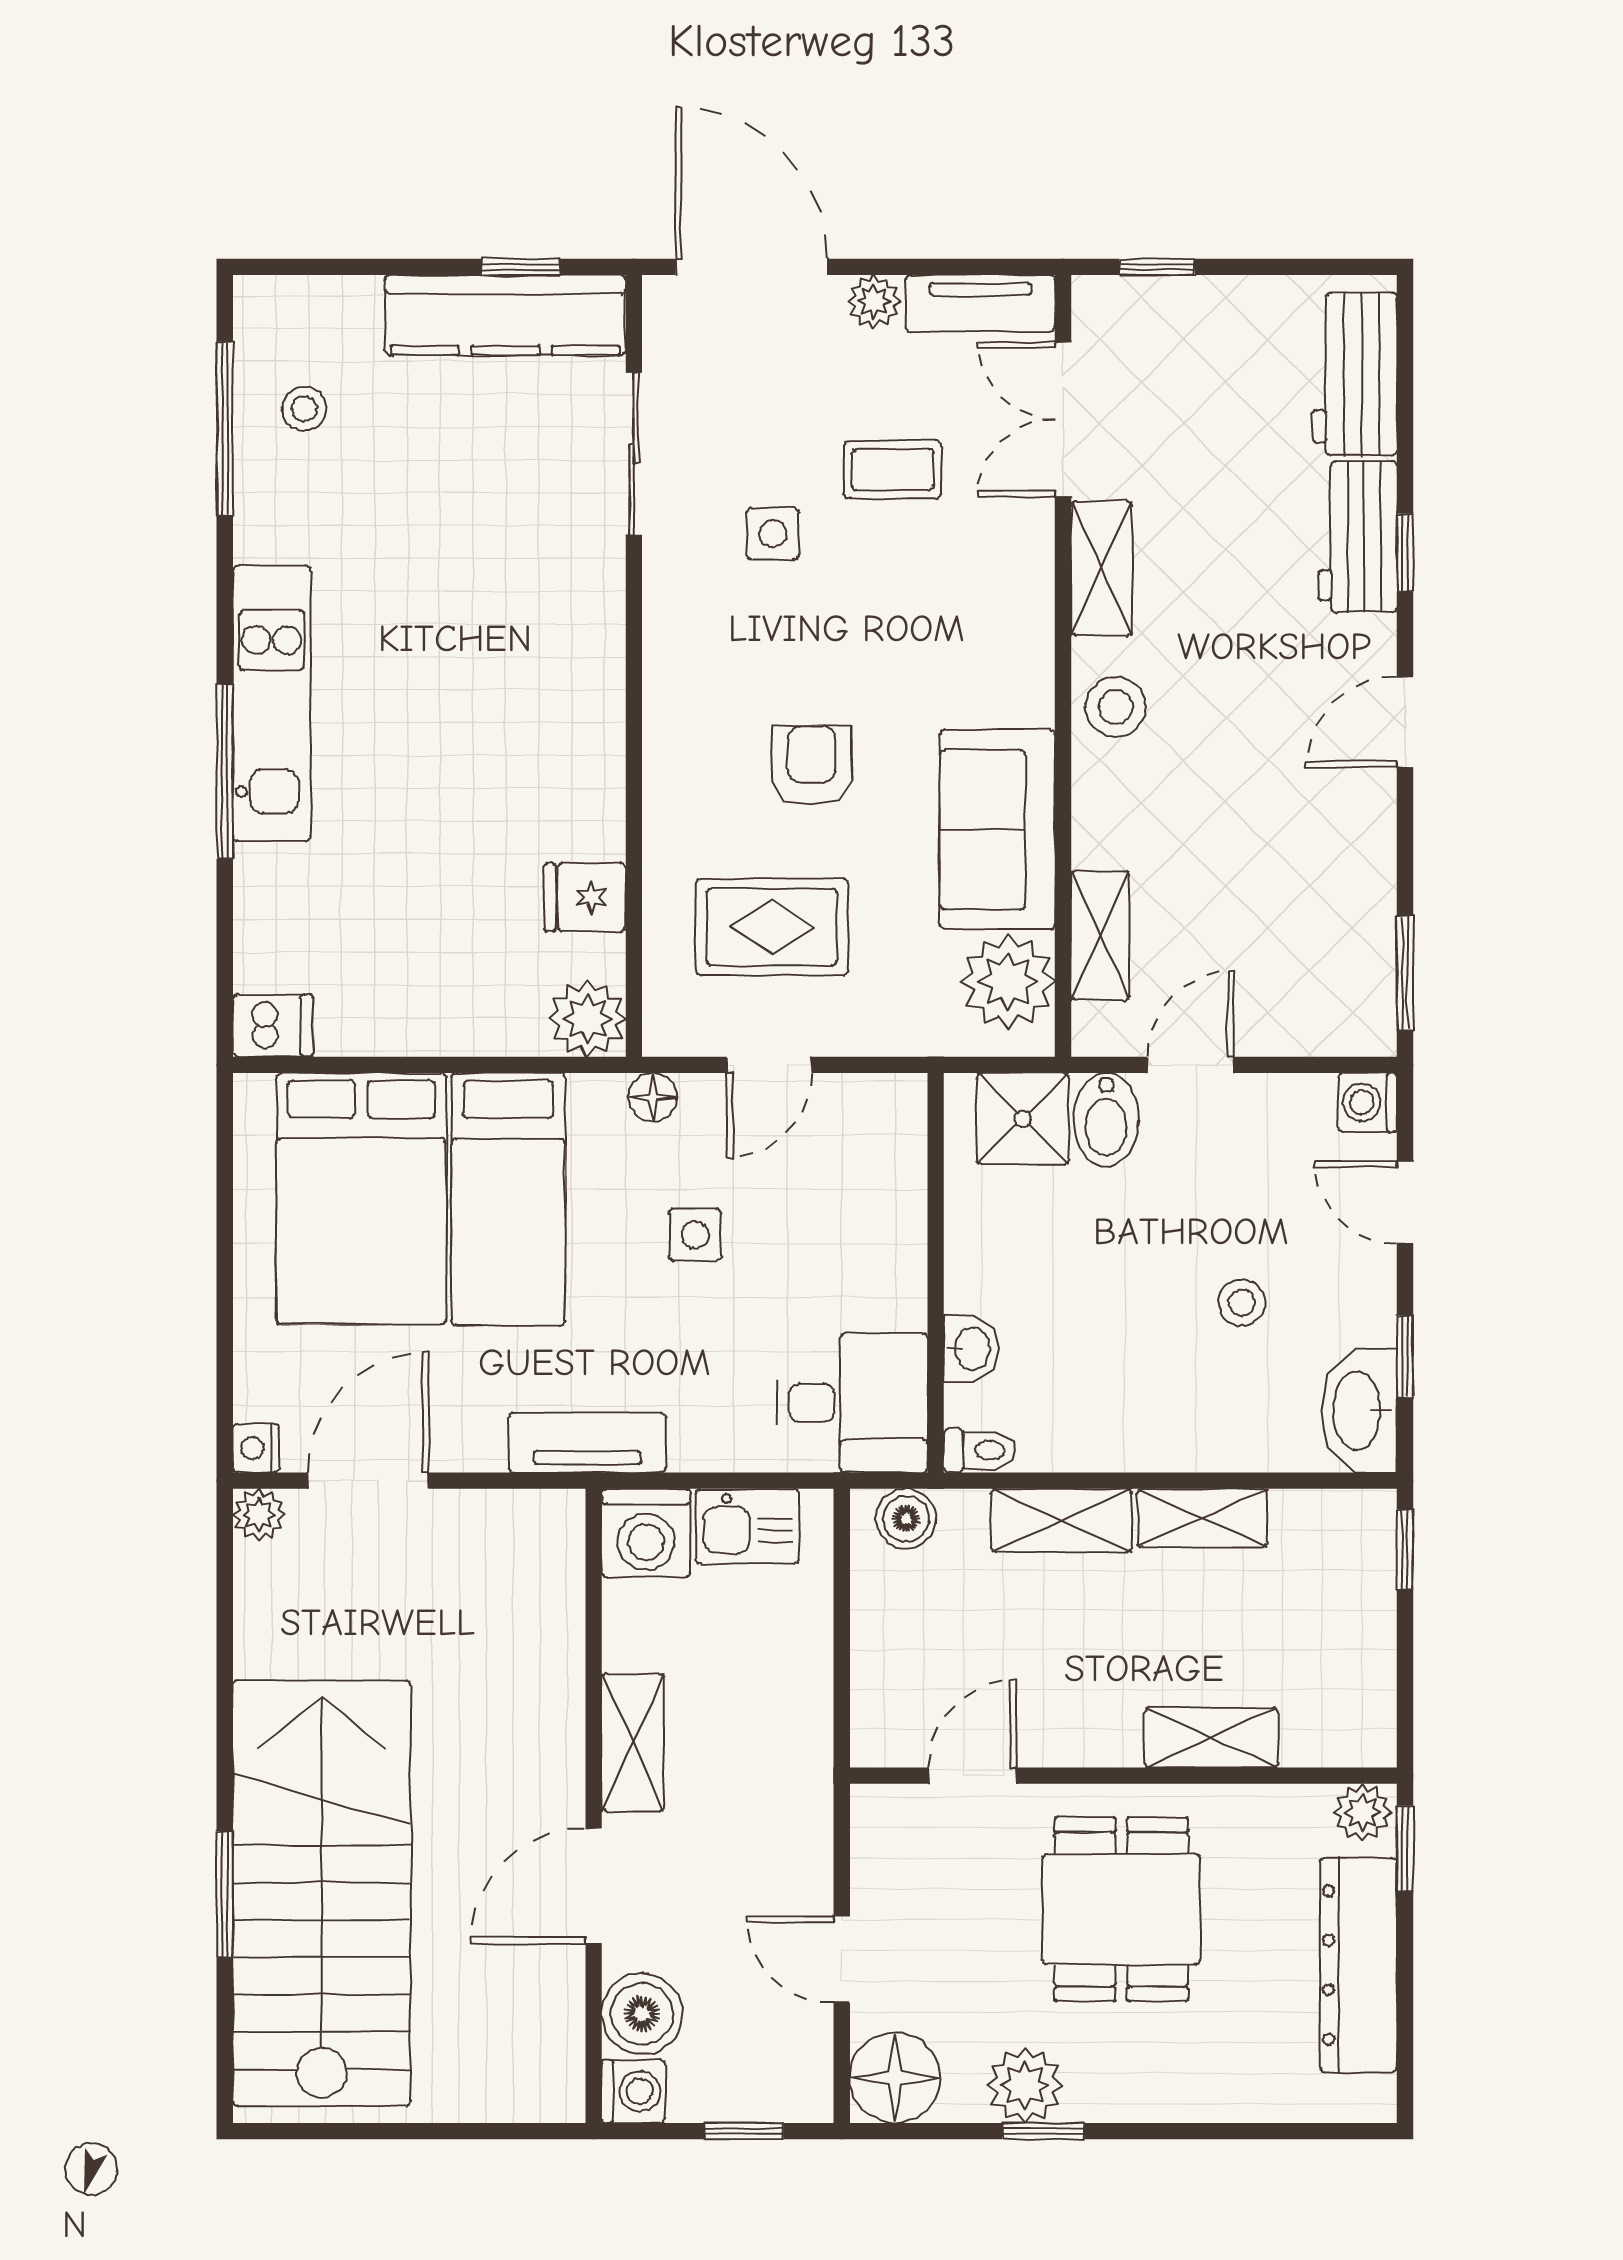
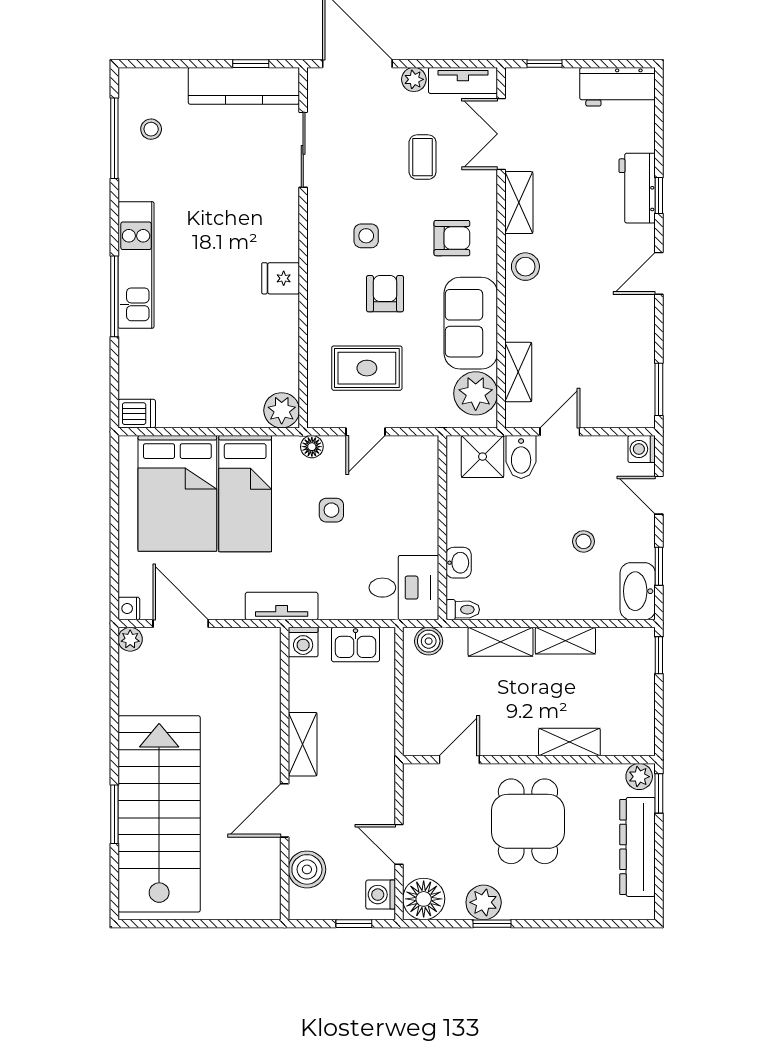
workbench: (1355, 374) -> (618, 87), moved, turned -90
coffee table: (893, 470) -> (423, 157), turned 90
side table: (773, 534) -> (366, 236), moved
armchair: (956, 645) -> (452, 238), added
fridge: (585, 897) -> (281, 278), moved
door: (368, 1481) -> (181, 624), hinge flipped
washing machine: (646, 1533) -> (303, 642), width x0.73, depth x0.73
washing machine: (633, 2091) -> (381, 895), moved, turned 180

